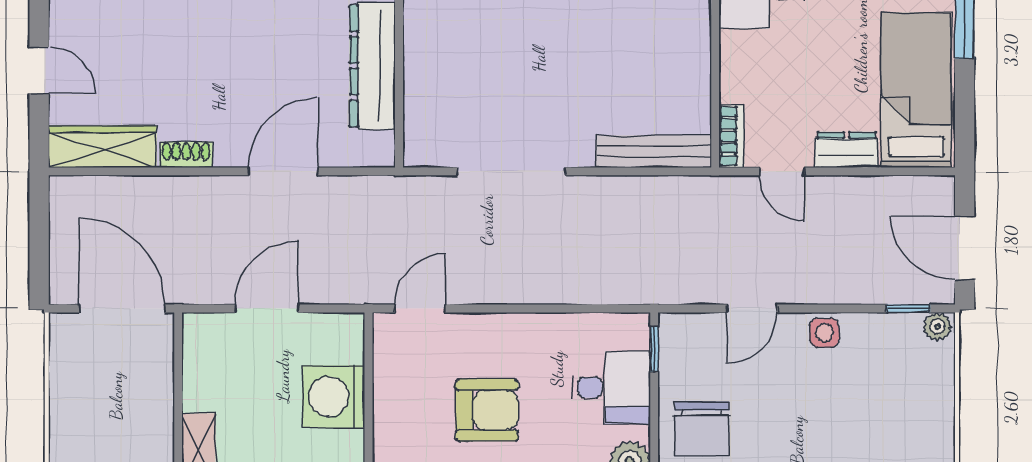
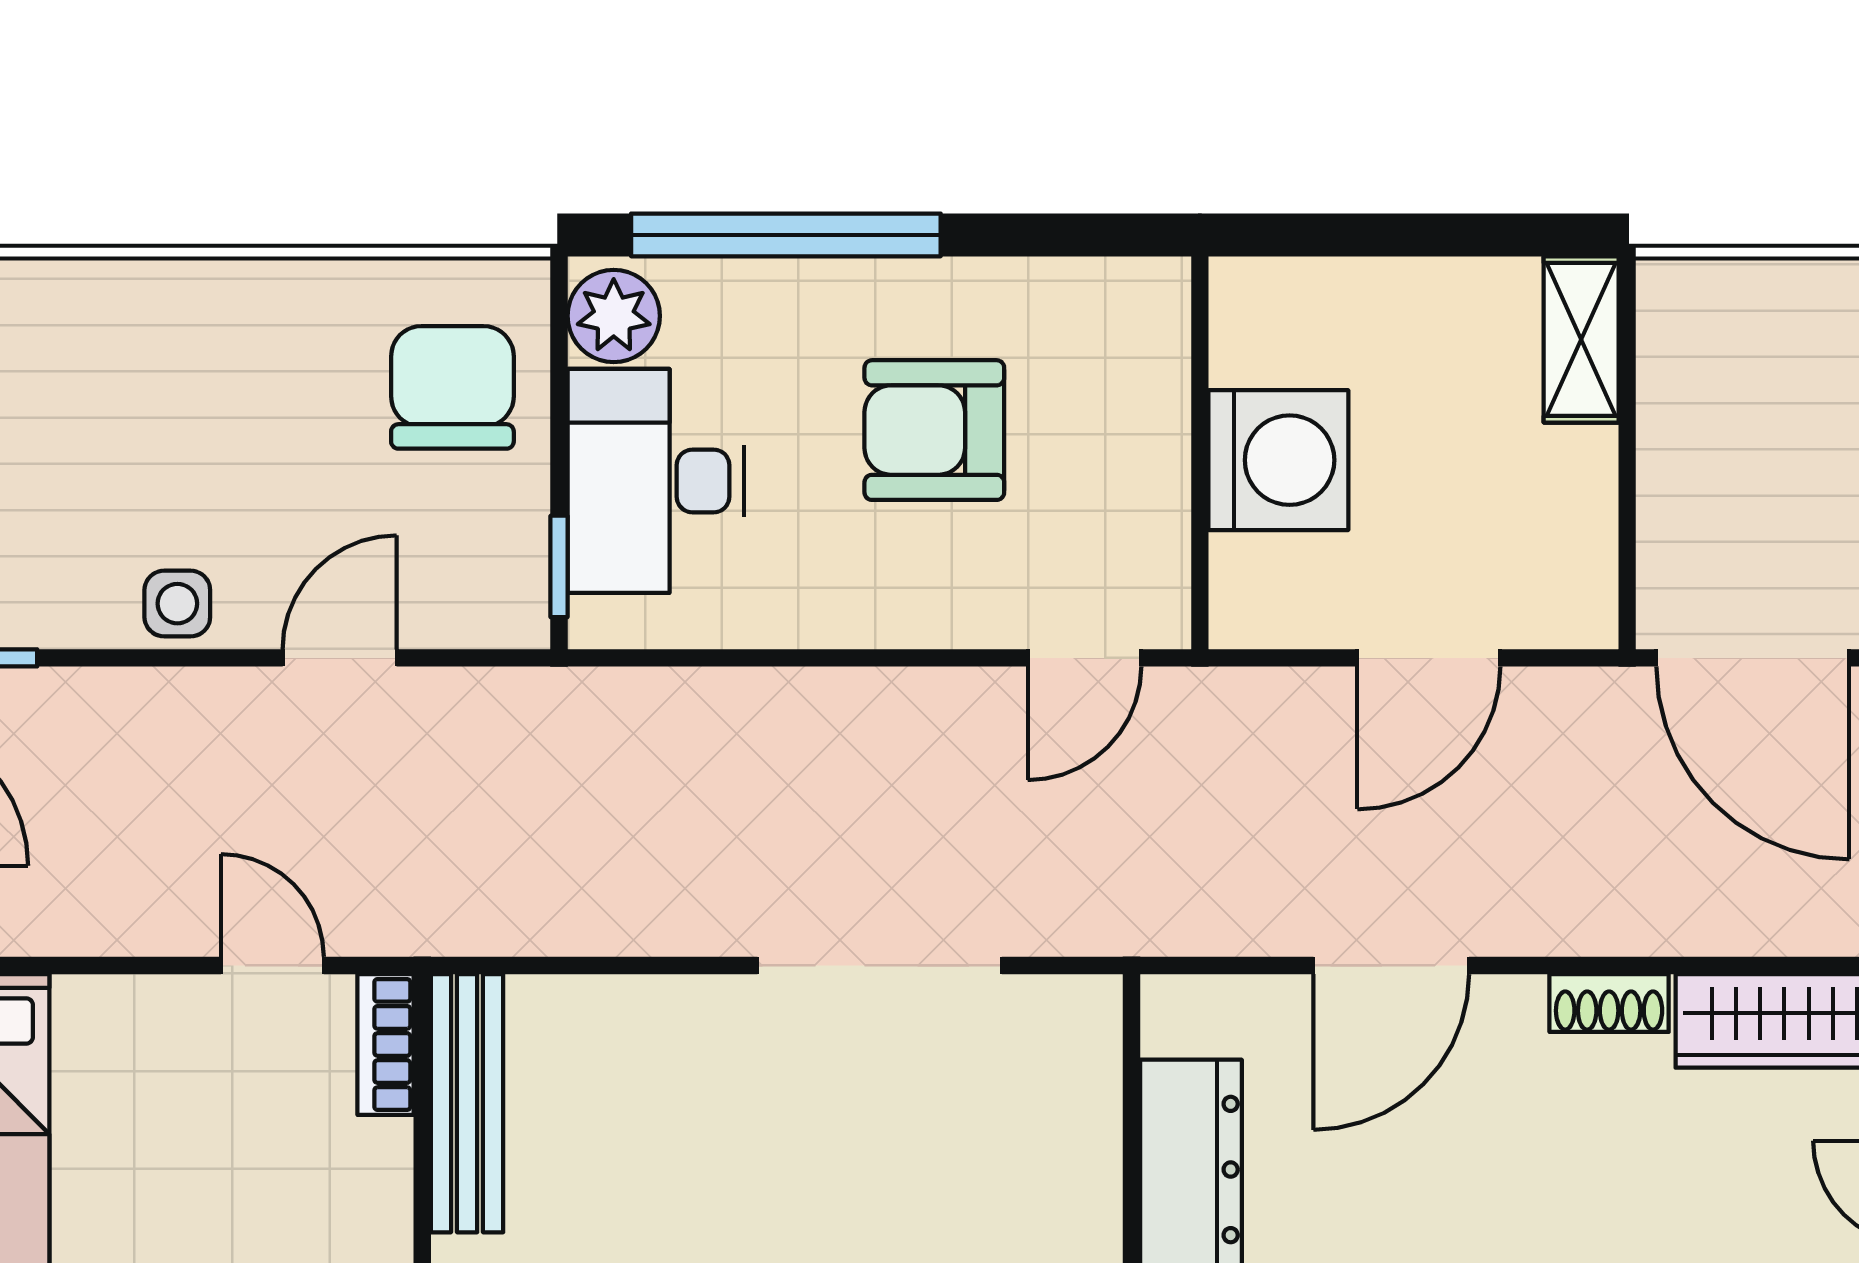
dresser: (846, 150) -> (127, 1014), removed
bench: (654, 151) -> (467, 1103), moved, turned 90
desk: (611, 387) -> (656, 481), width x1.37

